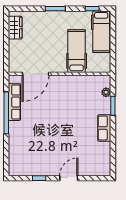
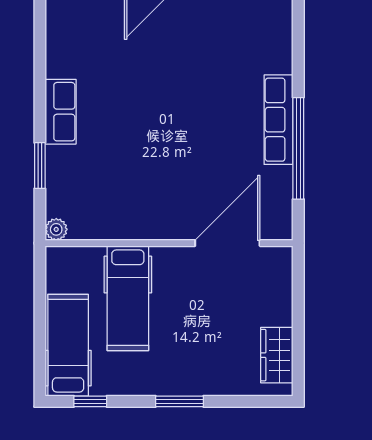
plant: (106, 92) -> (56, 229), moved
row of seats: (14, 102) -> (279, 120), moved

